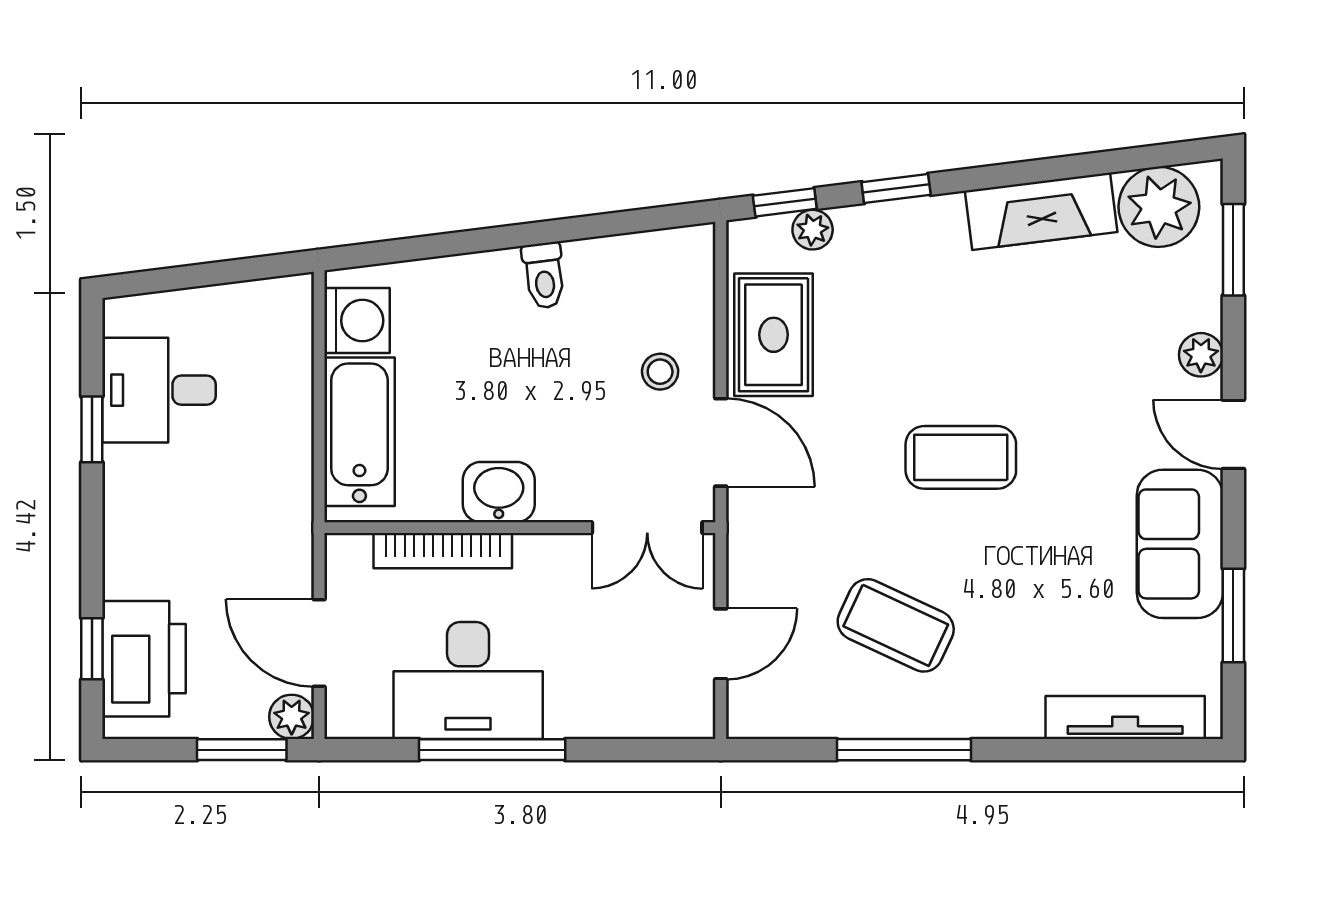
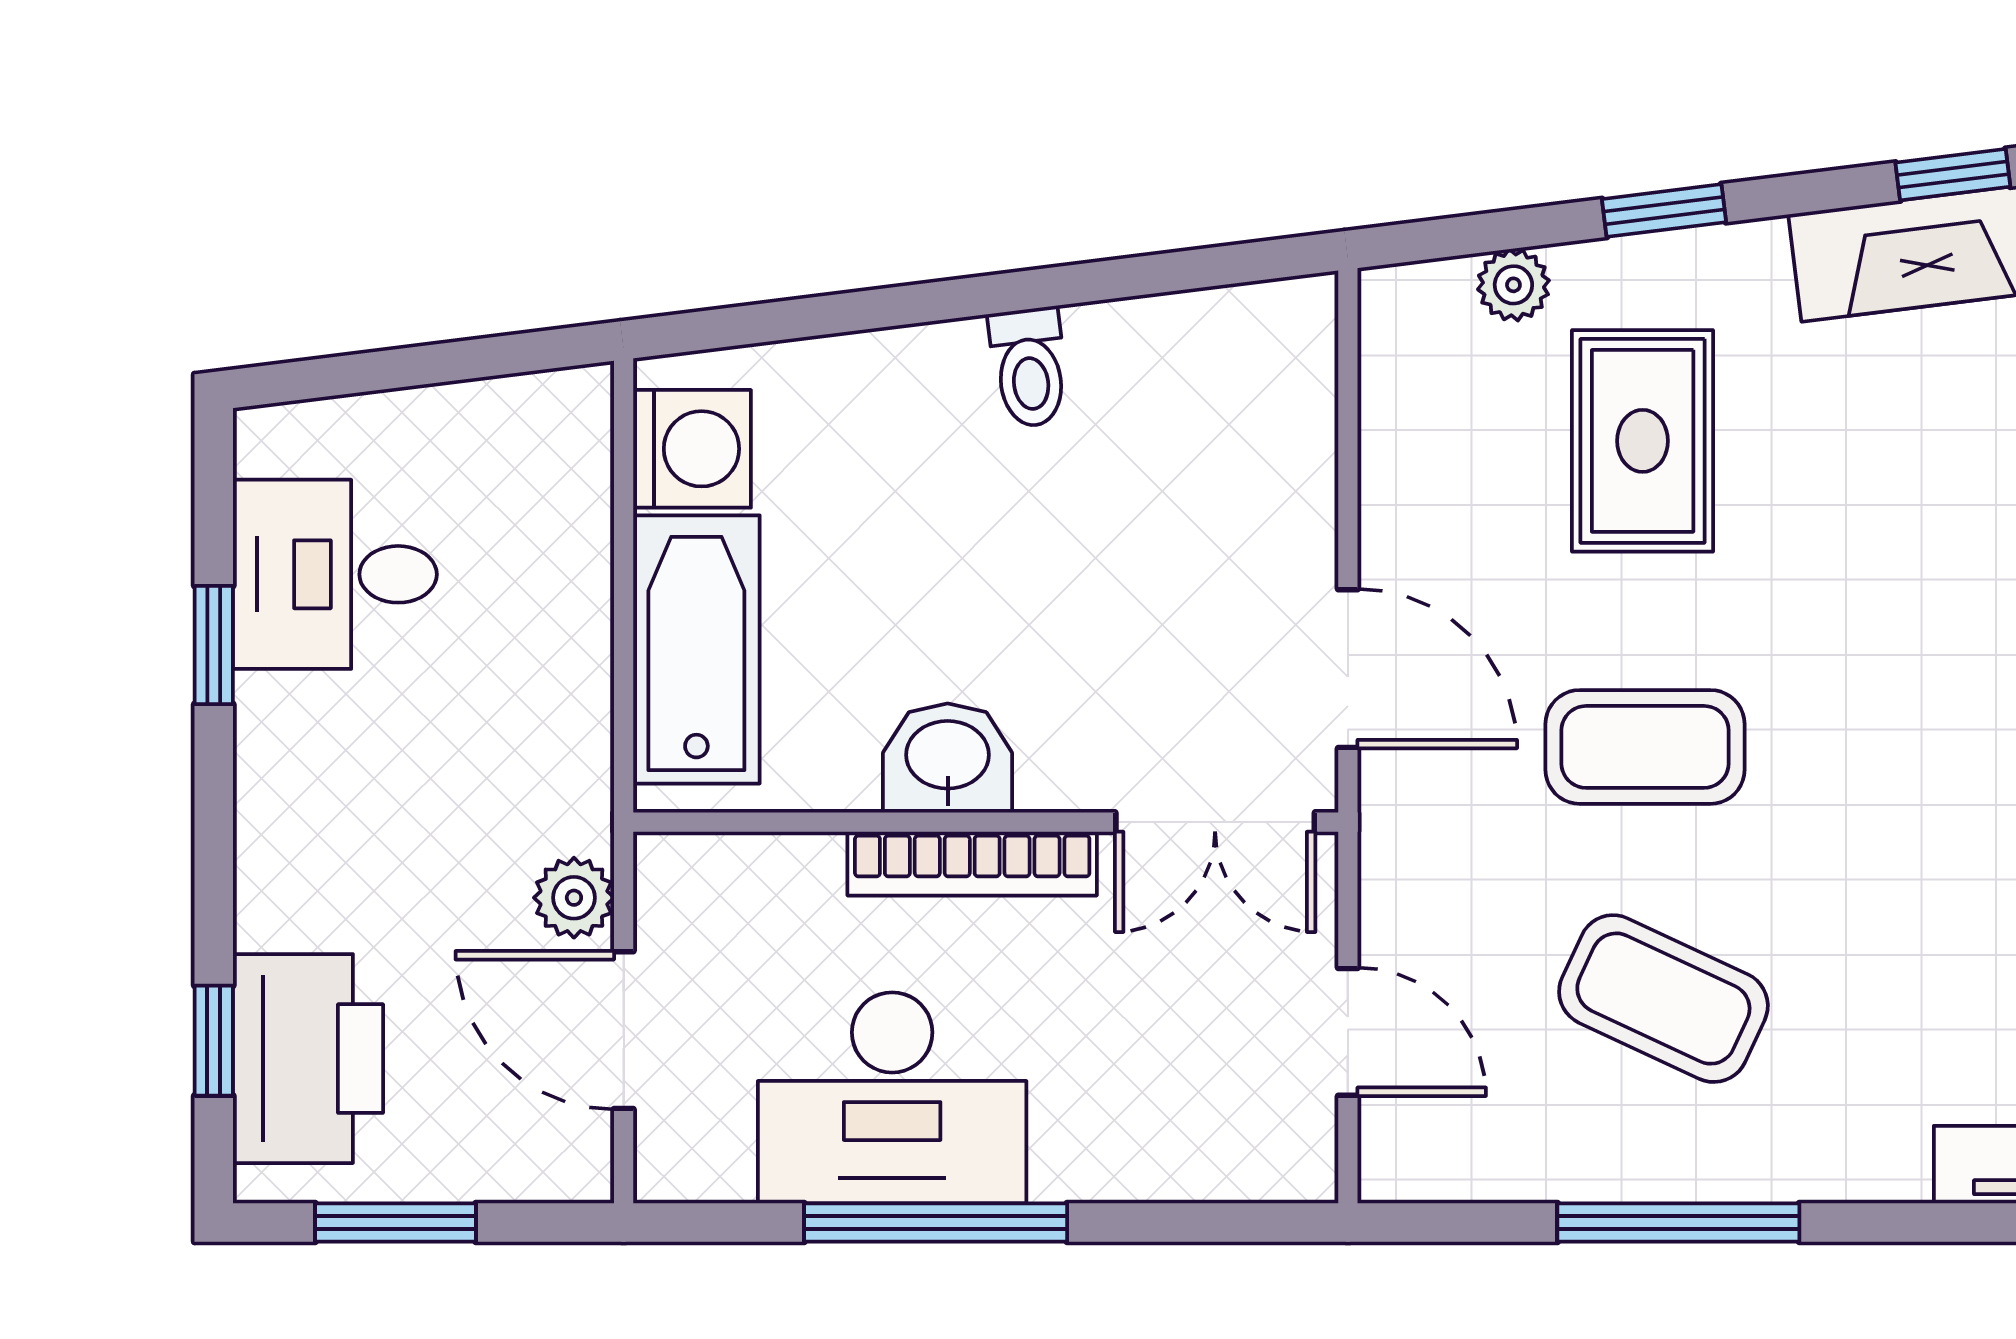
window: (785, 202) -> (1953, 175), moved
rug: (774, 335) -> (1643, 441), moved
stool: (660, 372) -> (1238, 541), removed
coffee table: (961, 457) -> (1645, 747), moved
bookcase: (443, 551) -> (972, 864), moved
door: (721, 644) -> (1348, 1032), hinge flipped
plant: (292, 717) -> (574, 898), moved
window: (242, 750) -> (396, 1223), moved

